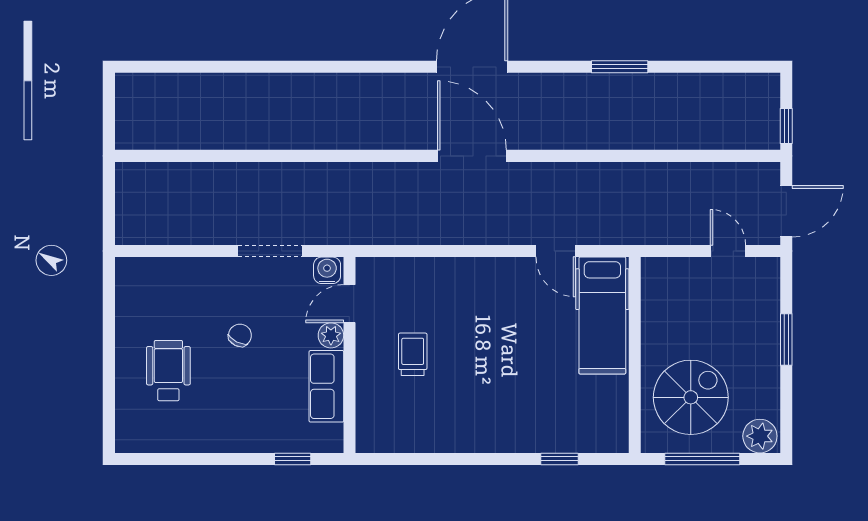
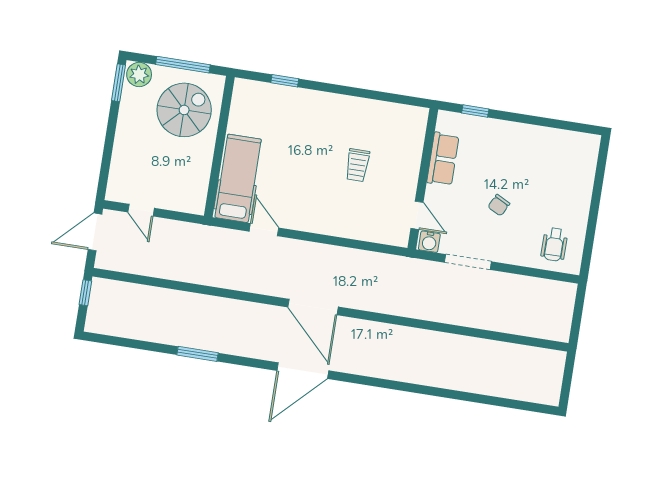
door: (349, 304) -> (417, 215), hinge flipped
plant: (331, 335) -> (434, 195), removed
window: (786, 339) -> (119, 83), moved
trolley: (413, 354) -> (357, 165), moved
wheelchair: (168, 371) -> (554, 245), moved, width x0.73, depth x0.73
spiral stairs: (691, 397) -> (184, 110), turned 180

